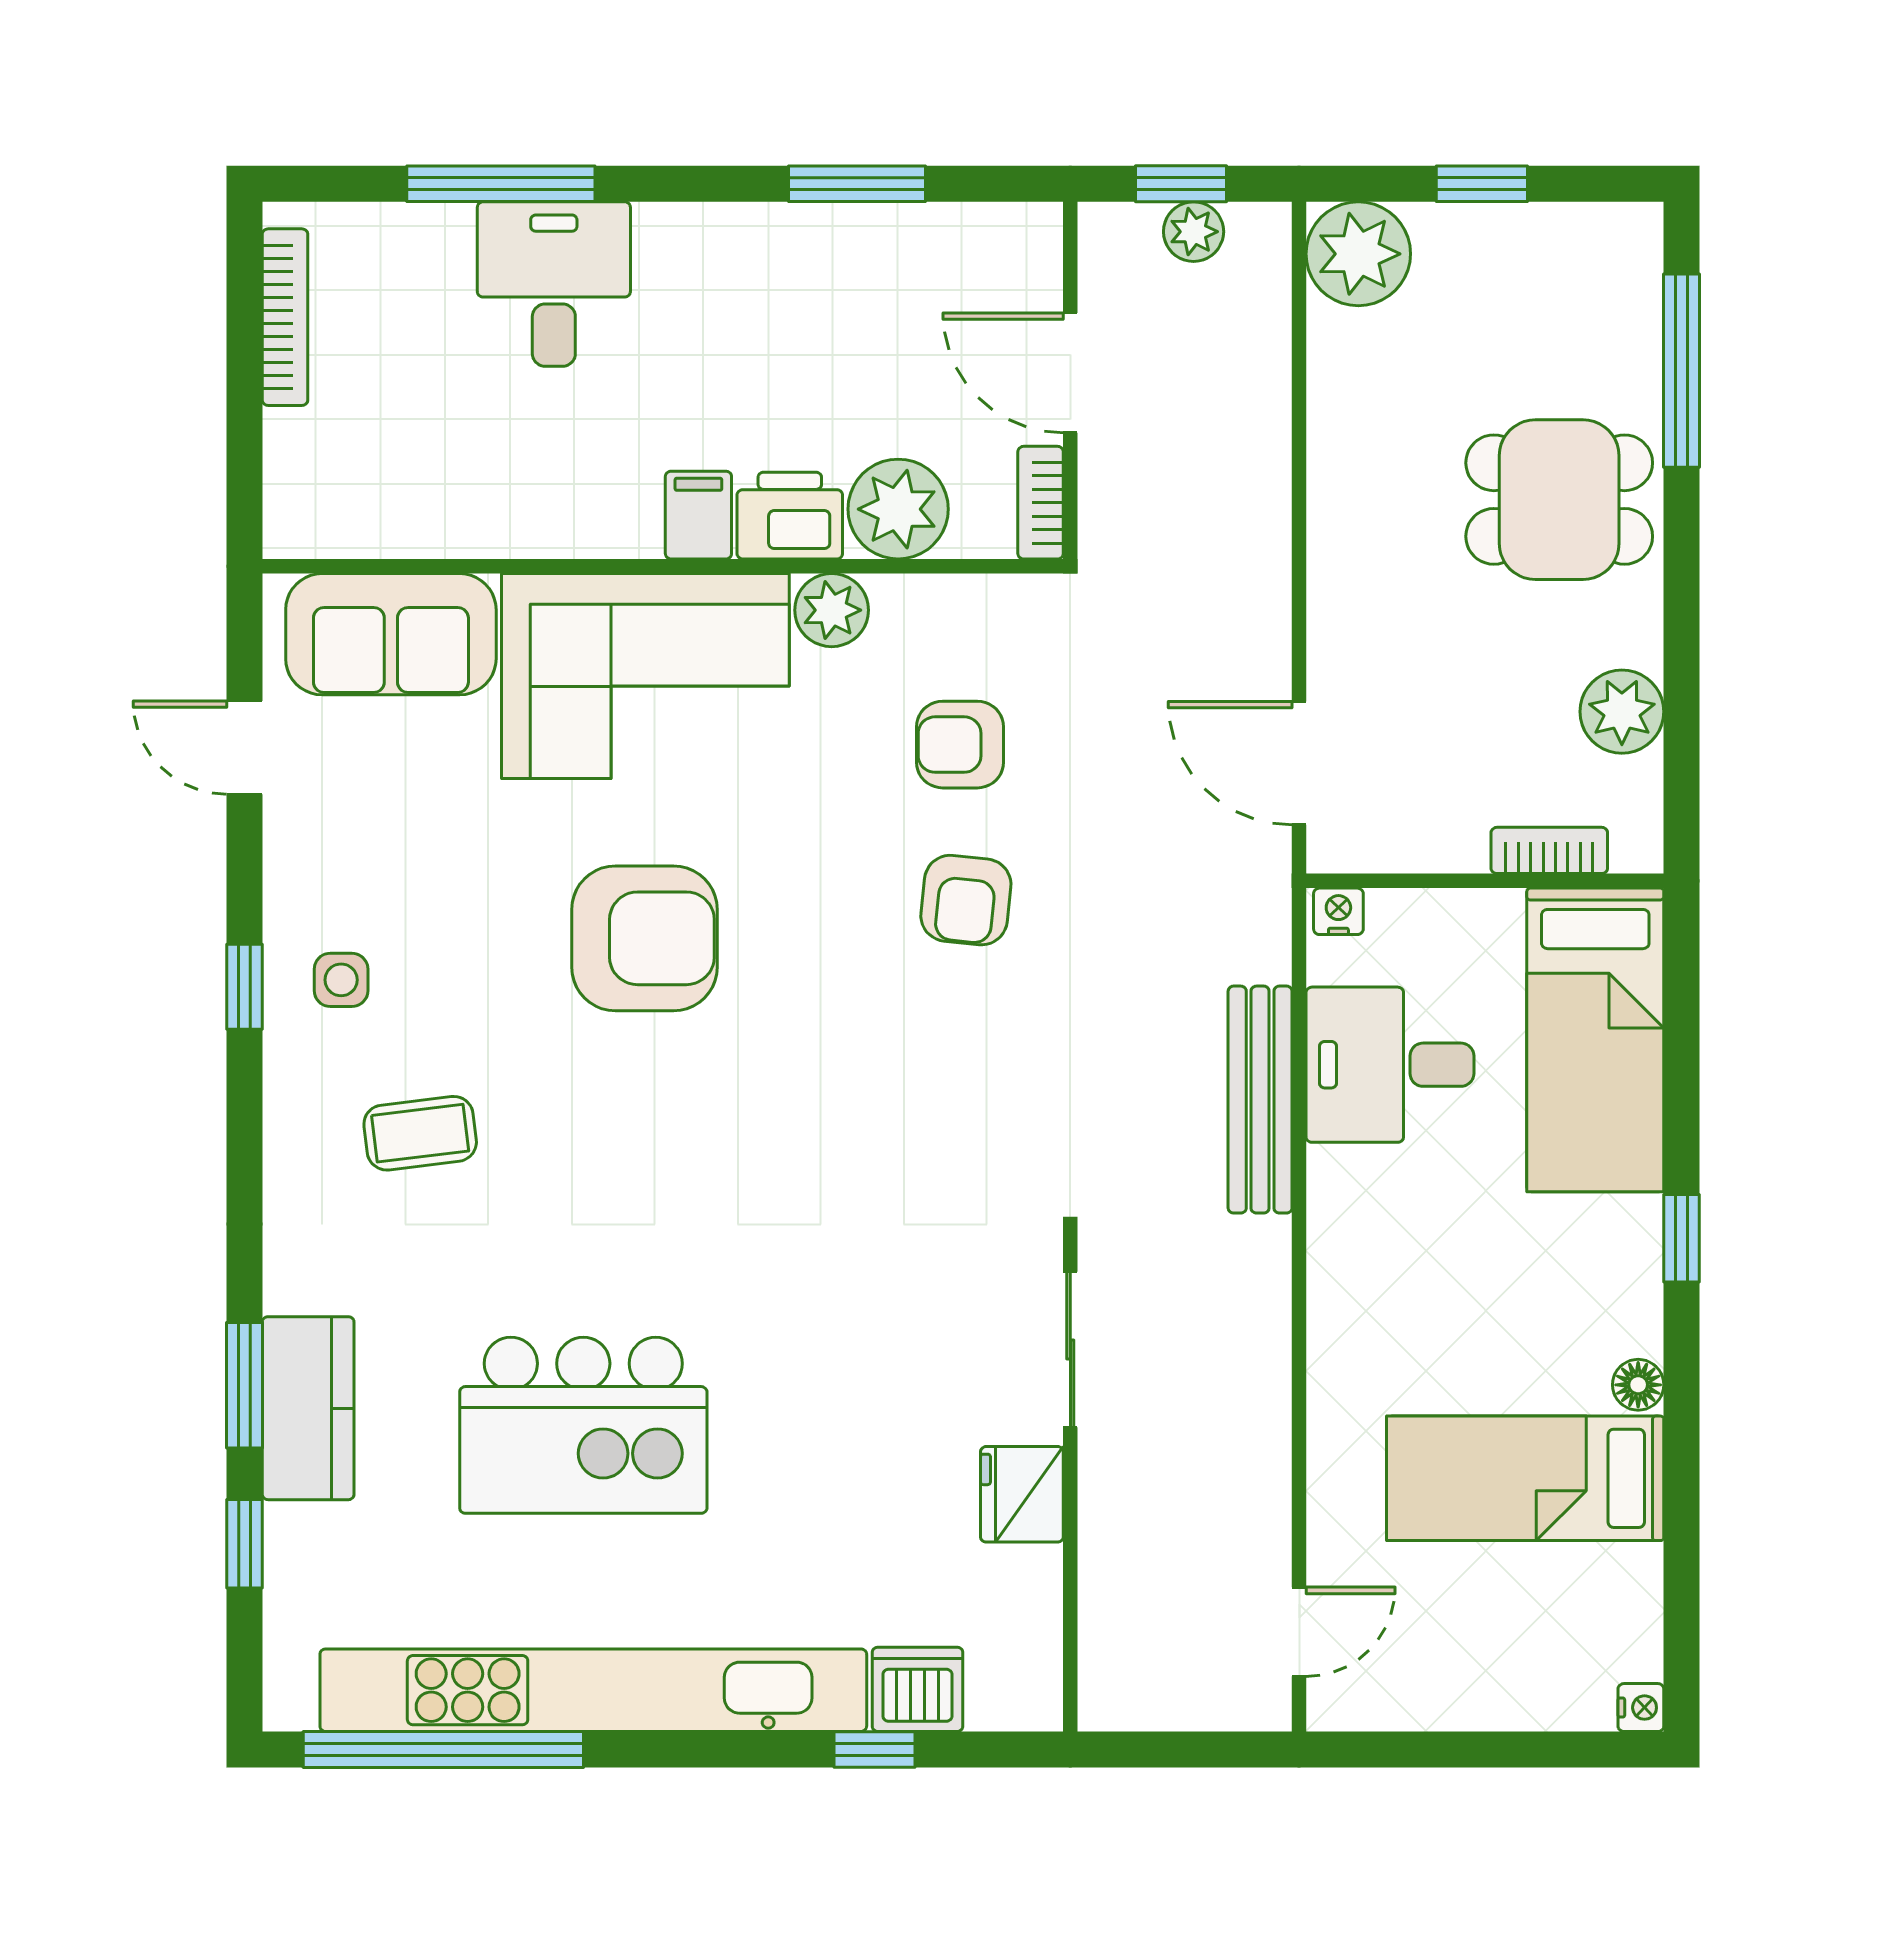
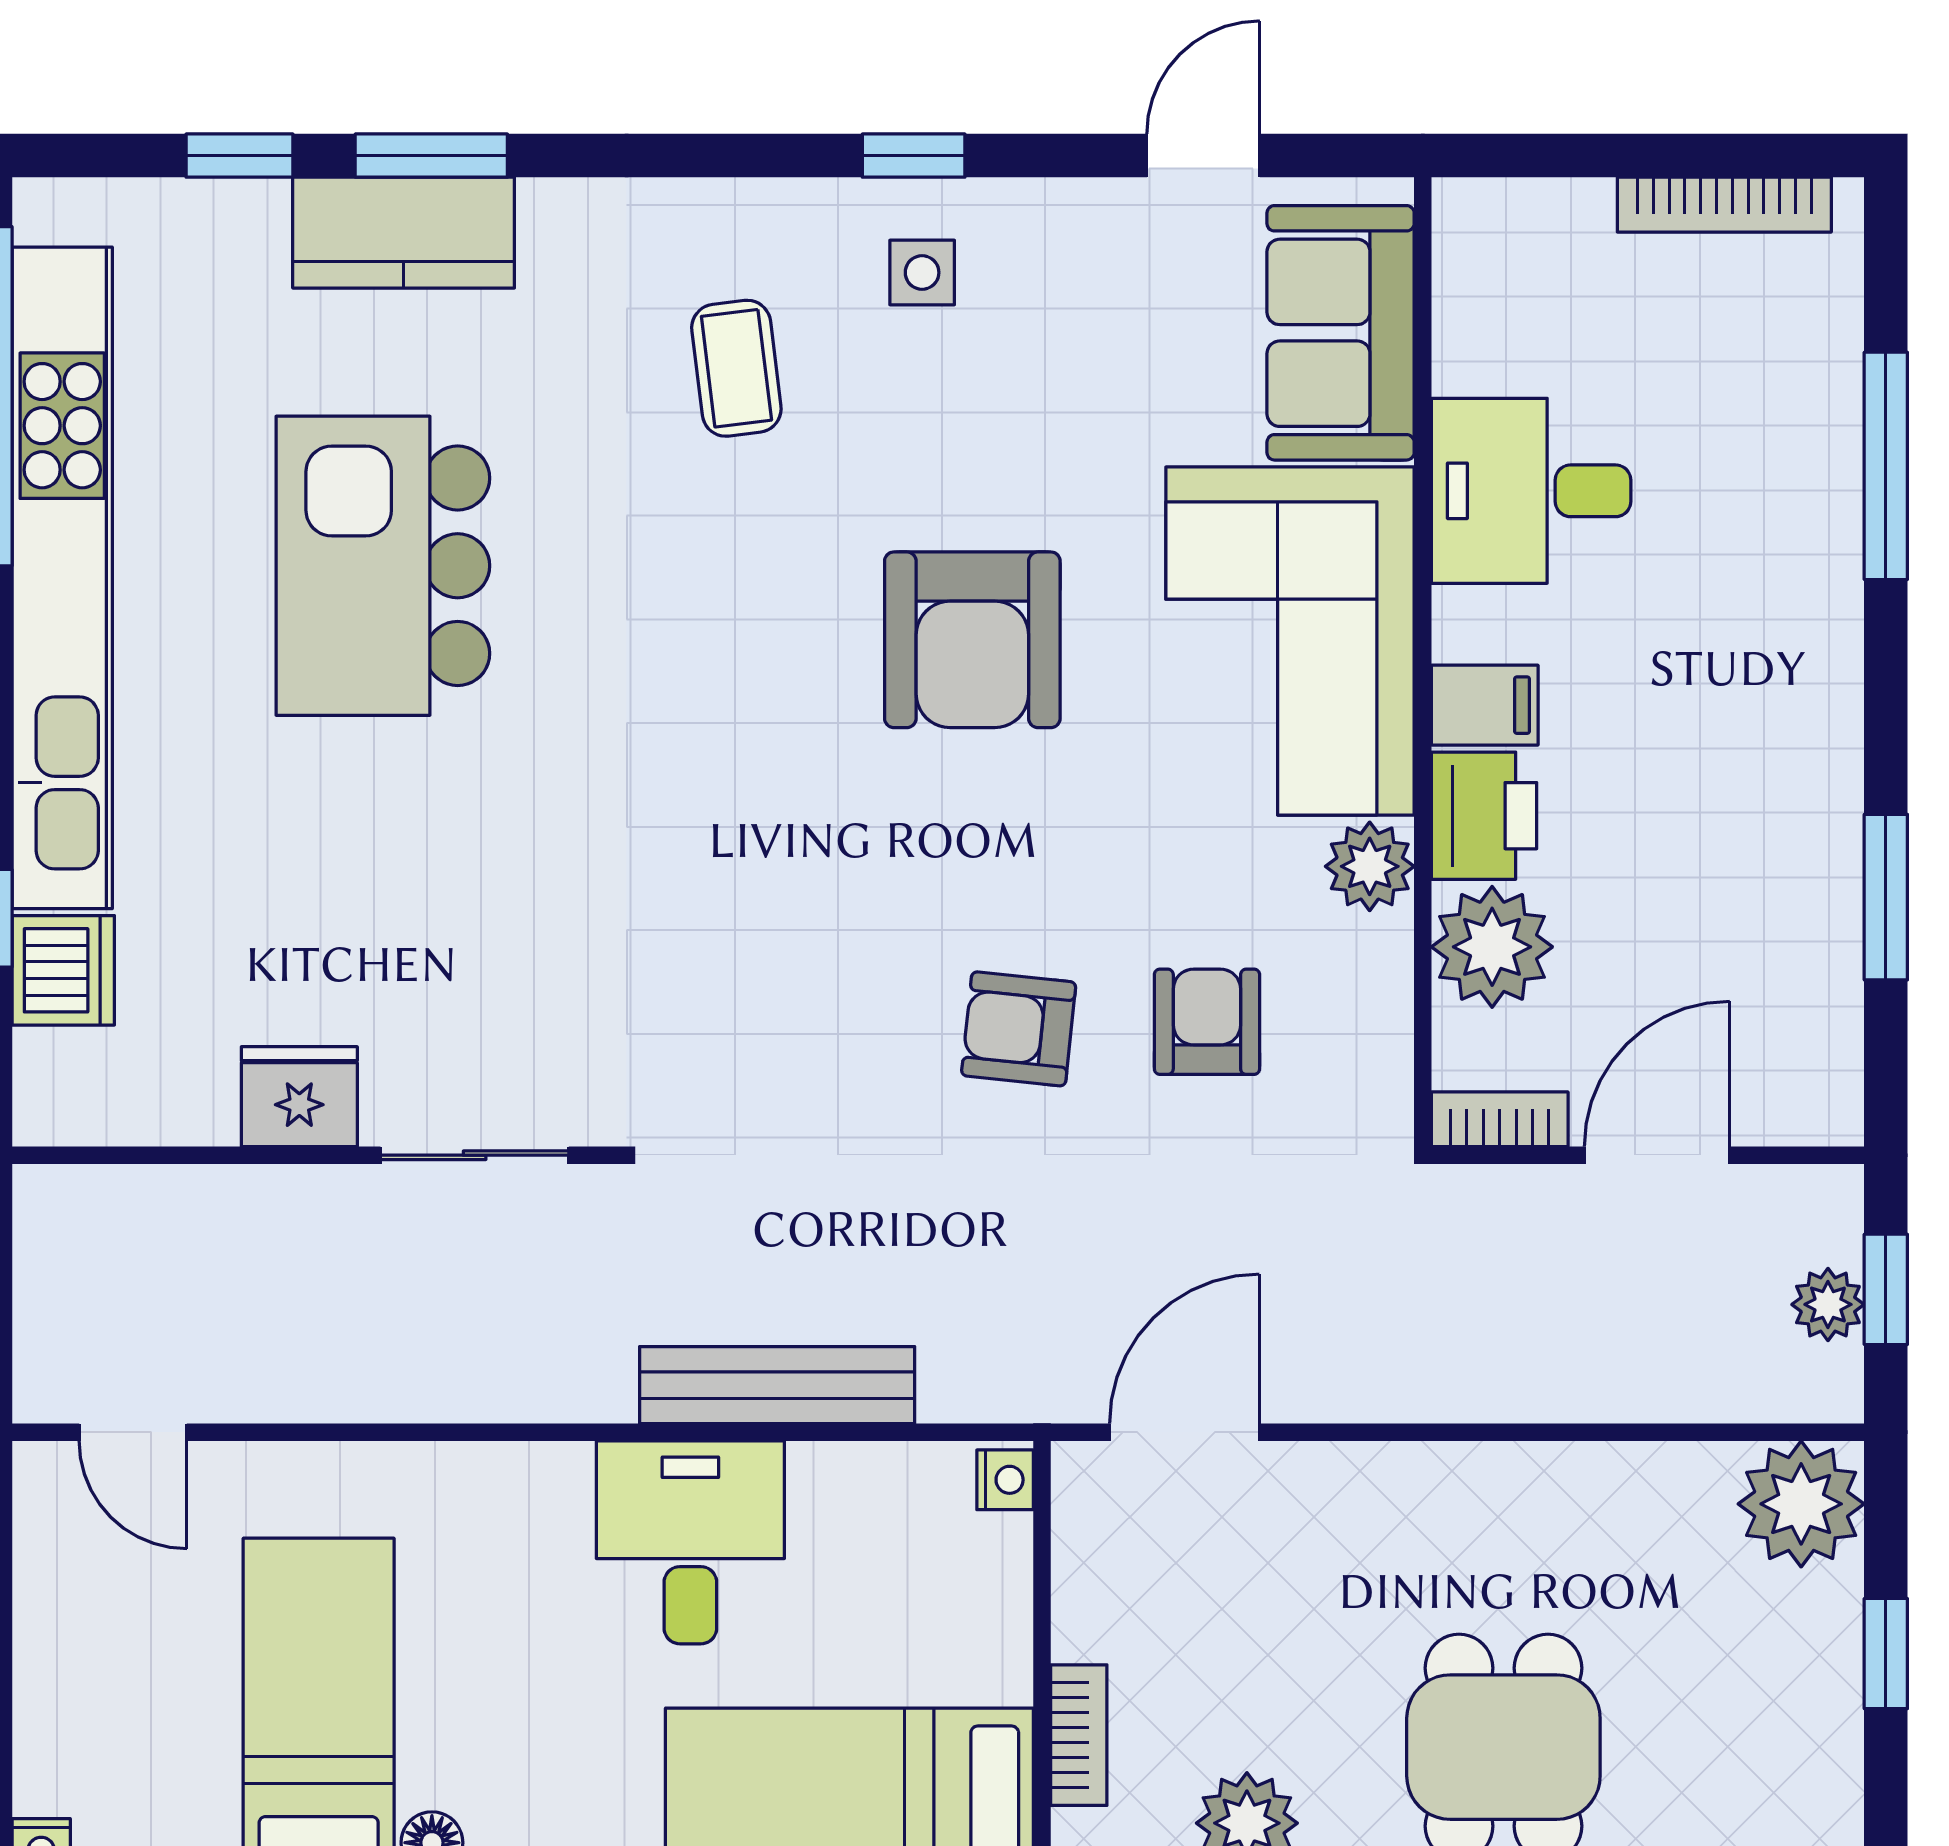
desk: (554, 284) -> (1531, 491), moved, turned 180
desk: (1390, 1065) -> (690, 1542), moved

